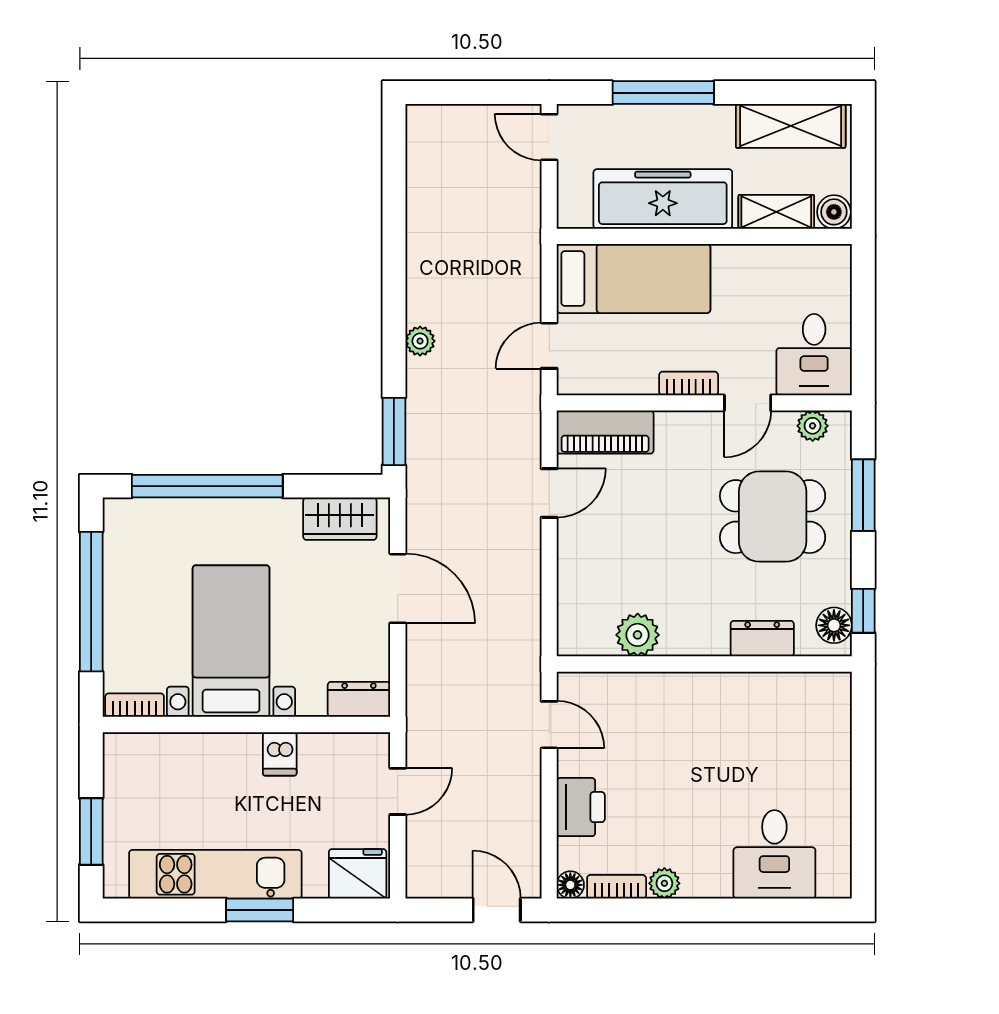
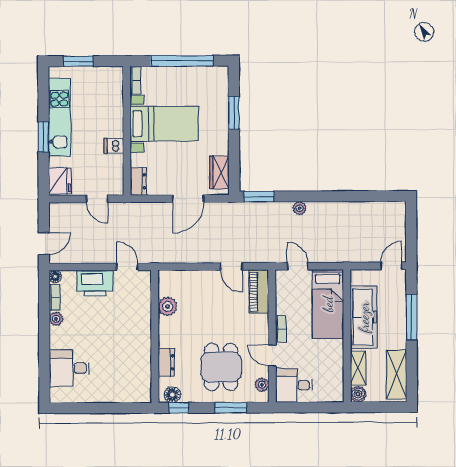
window: (207, 486) -> (234, 113), width x0.47
door: (549, 725) -> (127, 267), swing flipped
printer: (581, 807) -> (95, 283), width x1.37, depth x1.19

